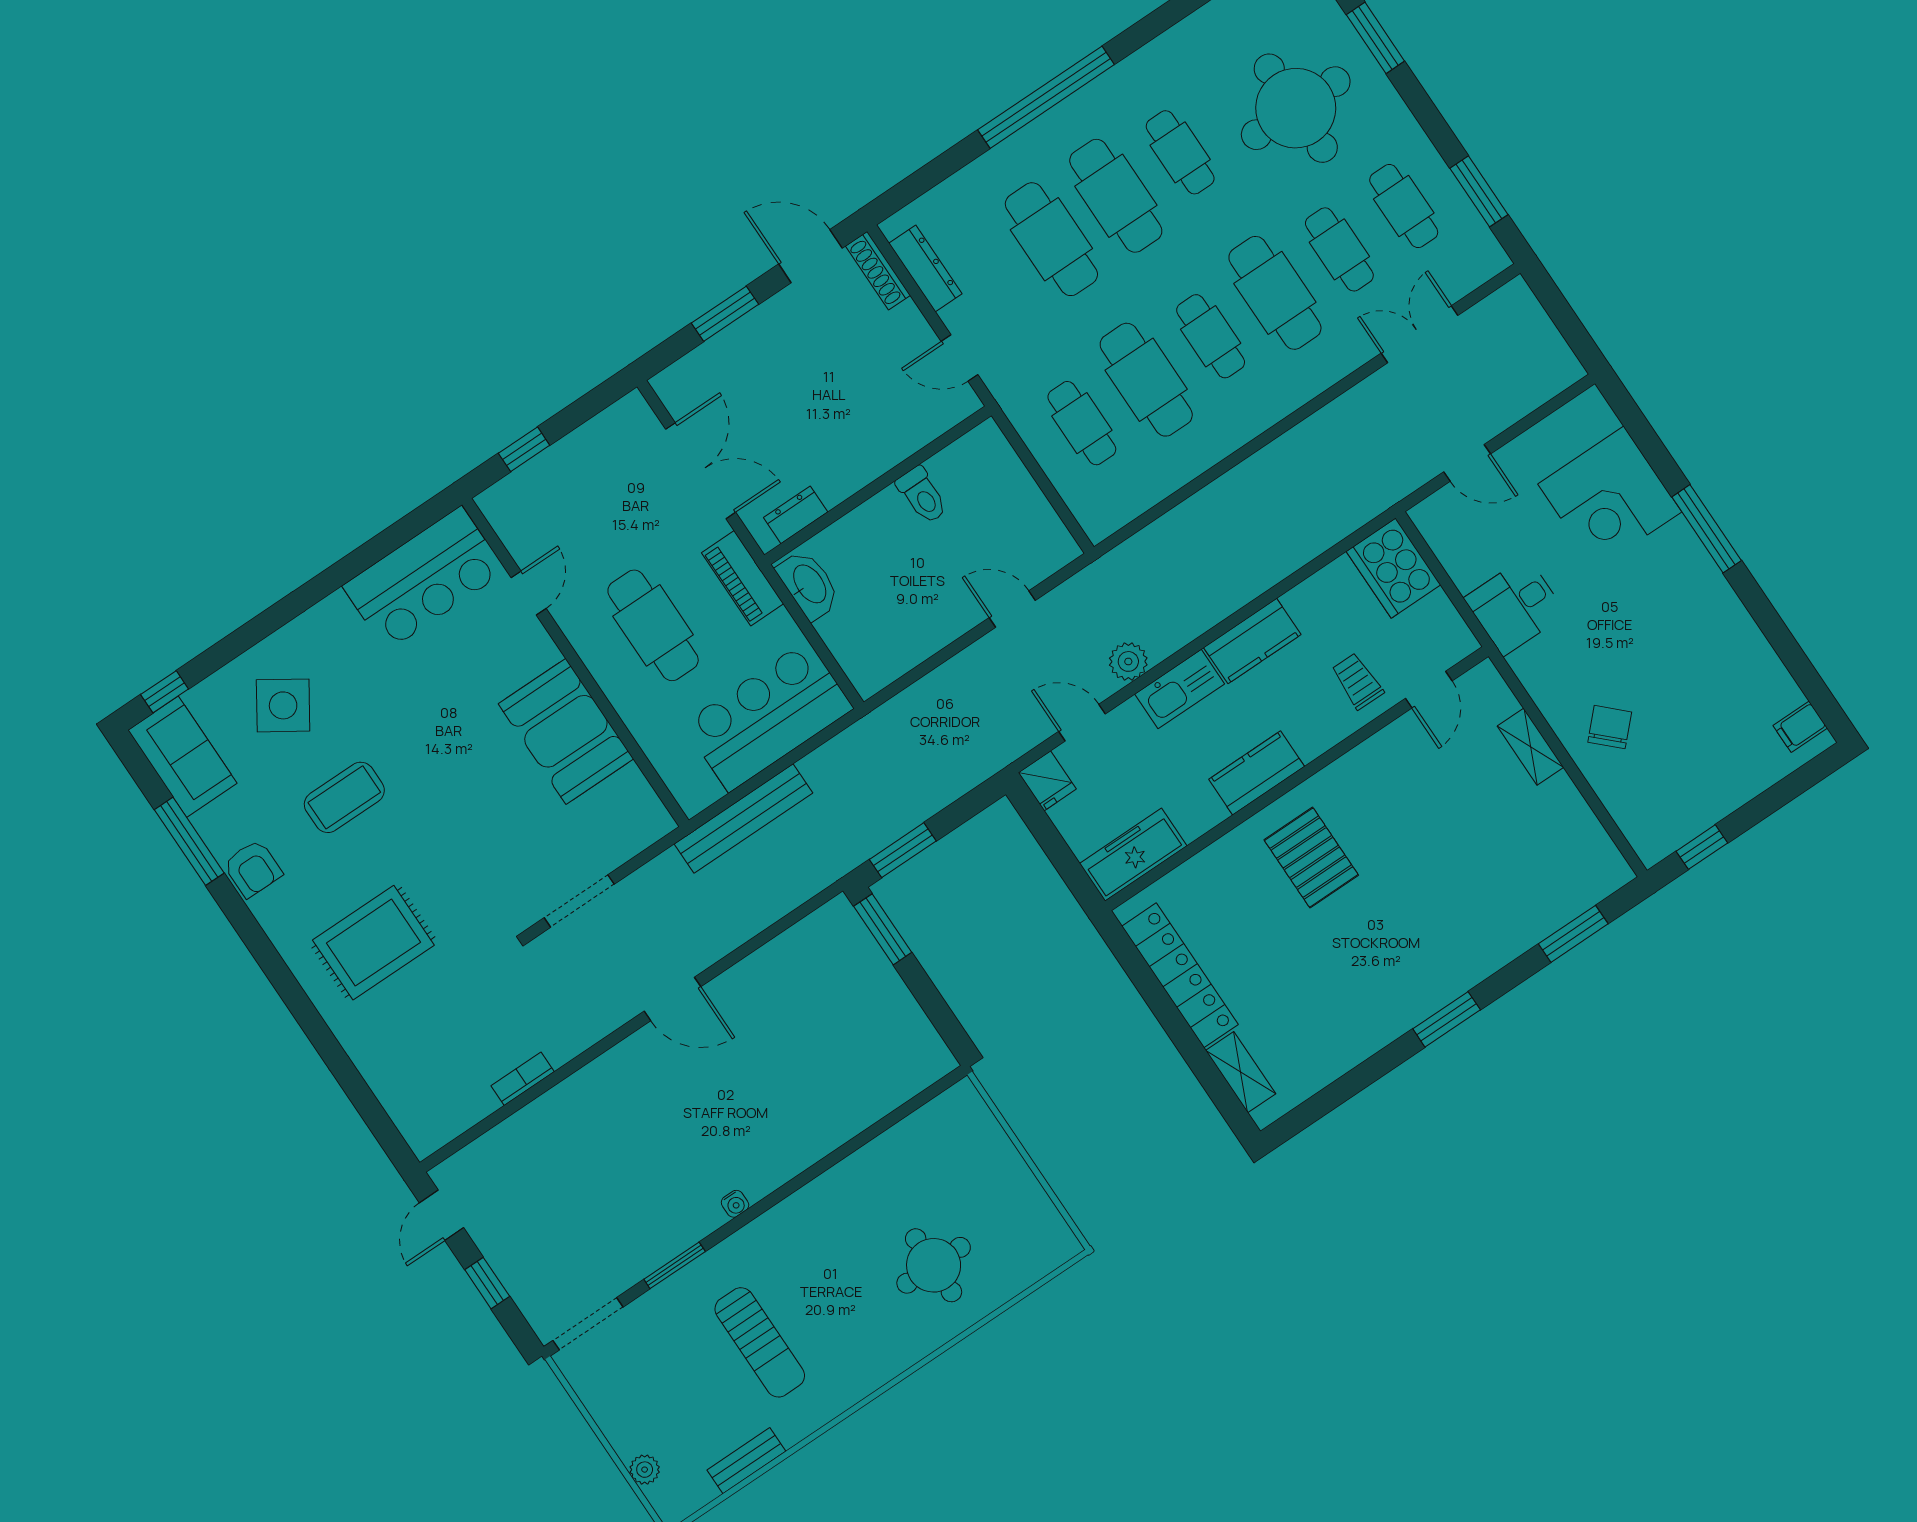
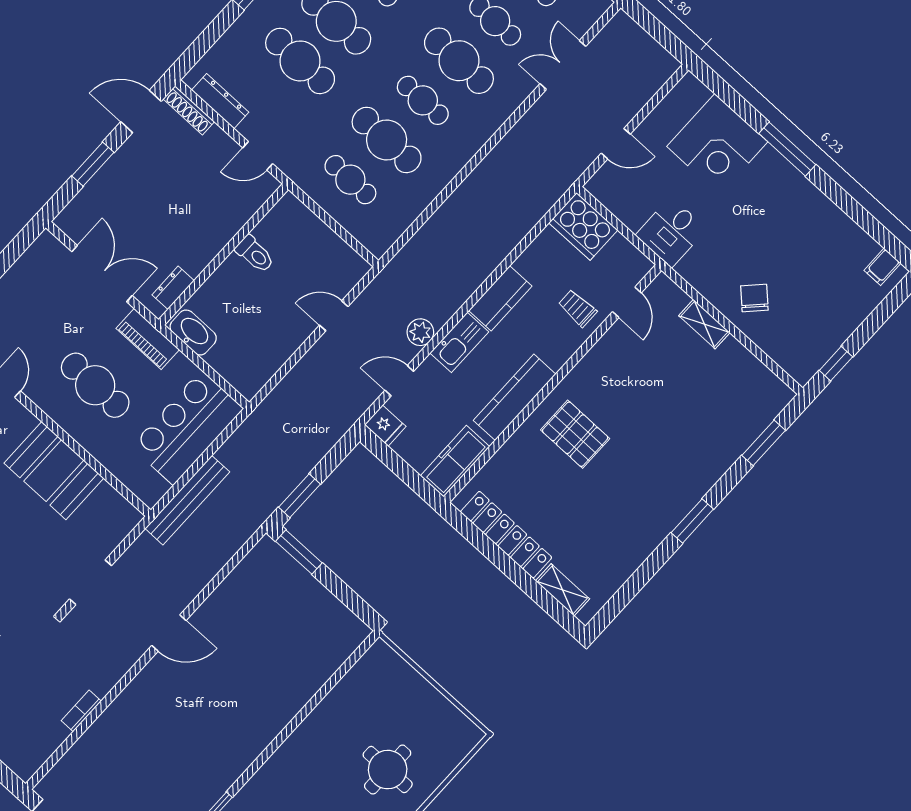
kitchen counter: (1257, 773) -> (515, 397), width x1.50
water cooler: (735, 1204) -> (244, 760), removed

